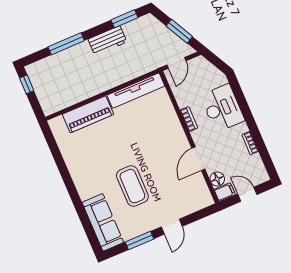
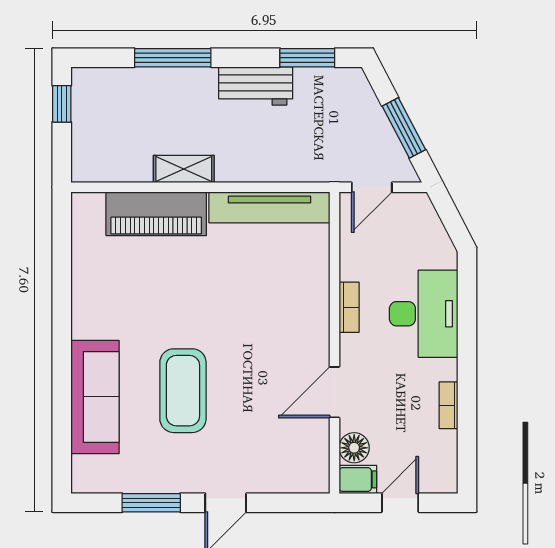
shelving: (92, 90) -> (184, 169), added
door: (247, 194) -> (400, 503), hinge flipped
sofa: (103, 222) -> (95, 397), moved

